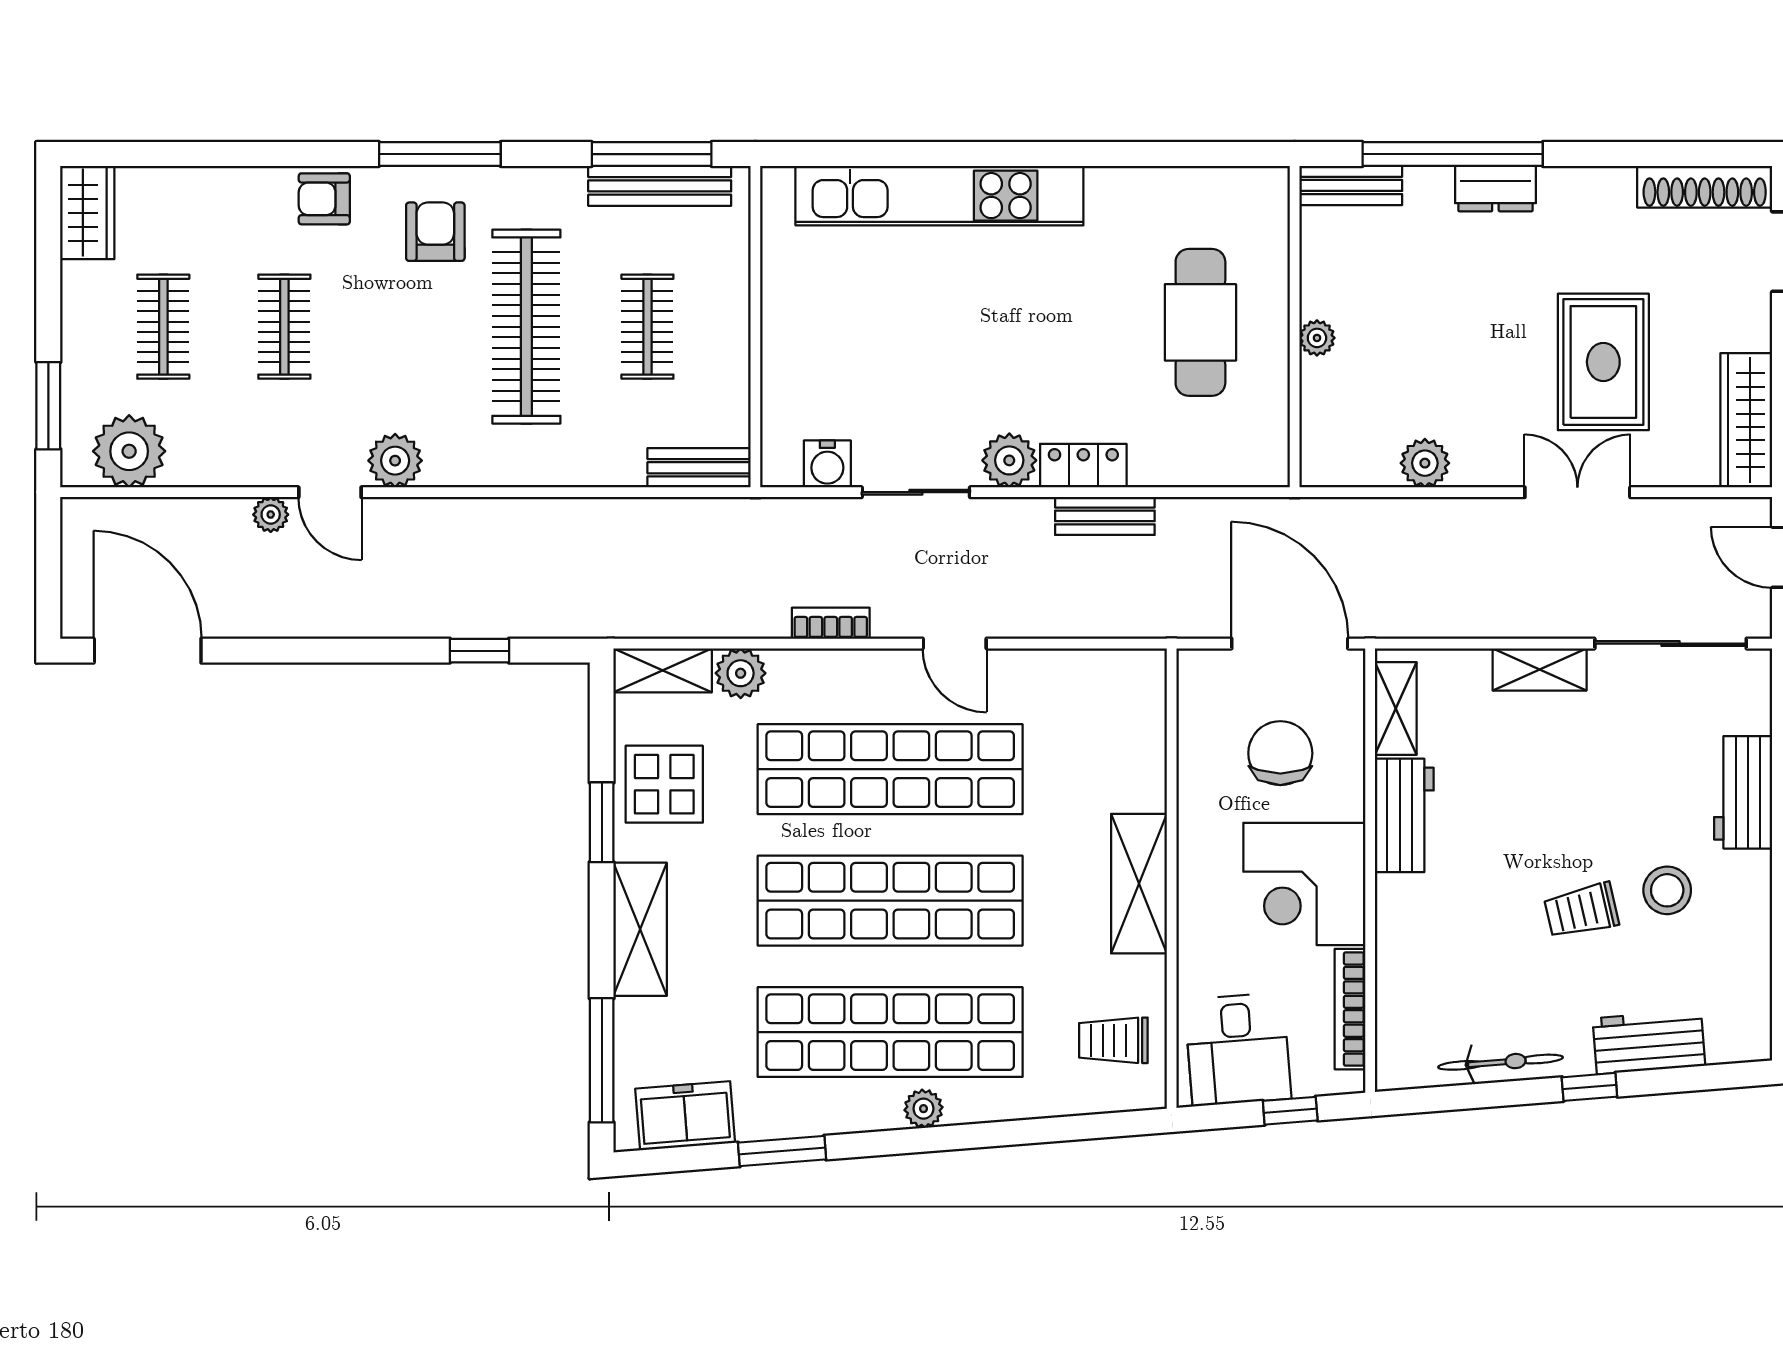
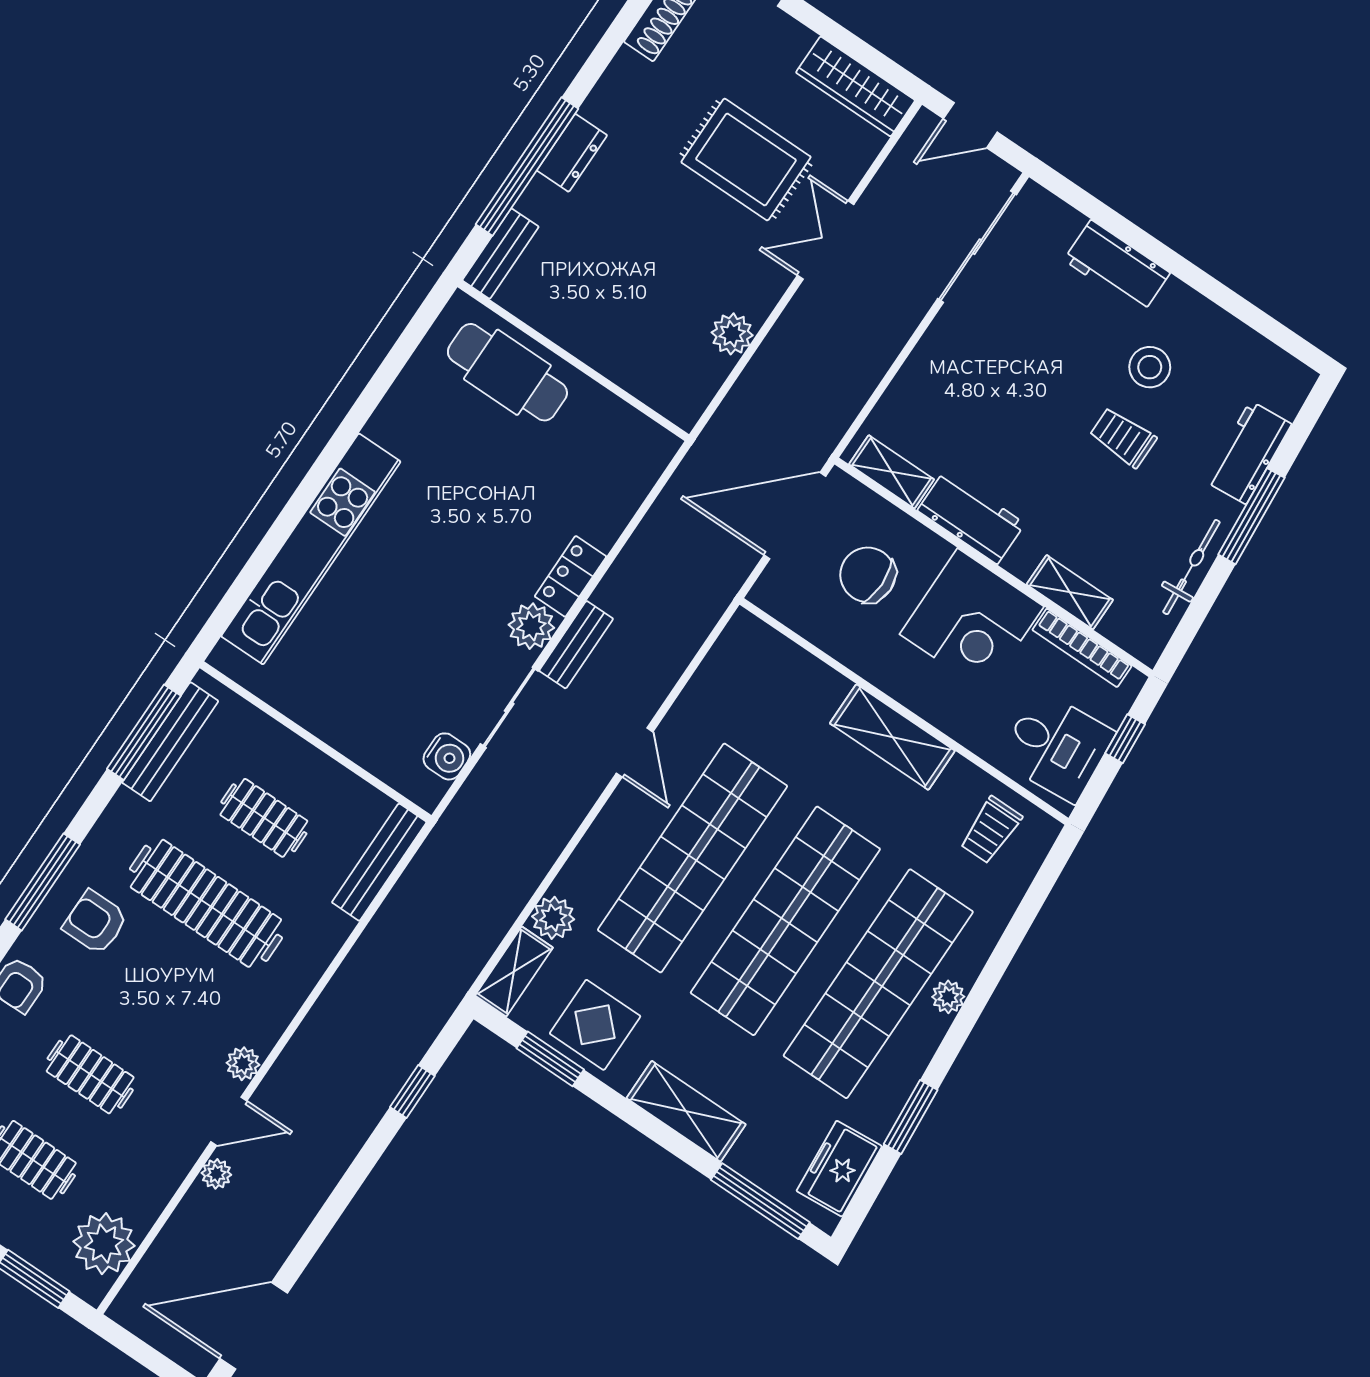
cafe table: (1200, 322) -> (507, 372), moved
plant: (1317, 338) -> (592, 350), removed
plant: (395, 461) -> (243, 1064), width x0.73, depth x0.73
bench: (699, 468) -> (379, 862), width x1.36
bench: (1105, 516) -> (576, 645), moved
bookcase: (831, 623) -> (561, 830), removed
door: (955, 644) -> (635, 752), hinge flipped
shelving: (1540, 669) -> (1070, 592), moved, turned 90
window: (602, 822) -> (550, 1059), moved
trolley: (1581, 910) -> (1123, 437), turned 103
window: (1589, 1087) -> (1251, 516), width x2.17

